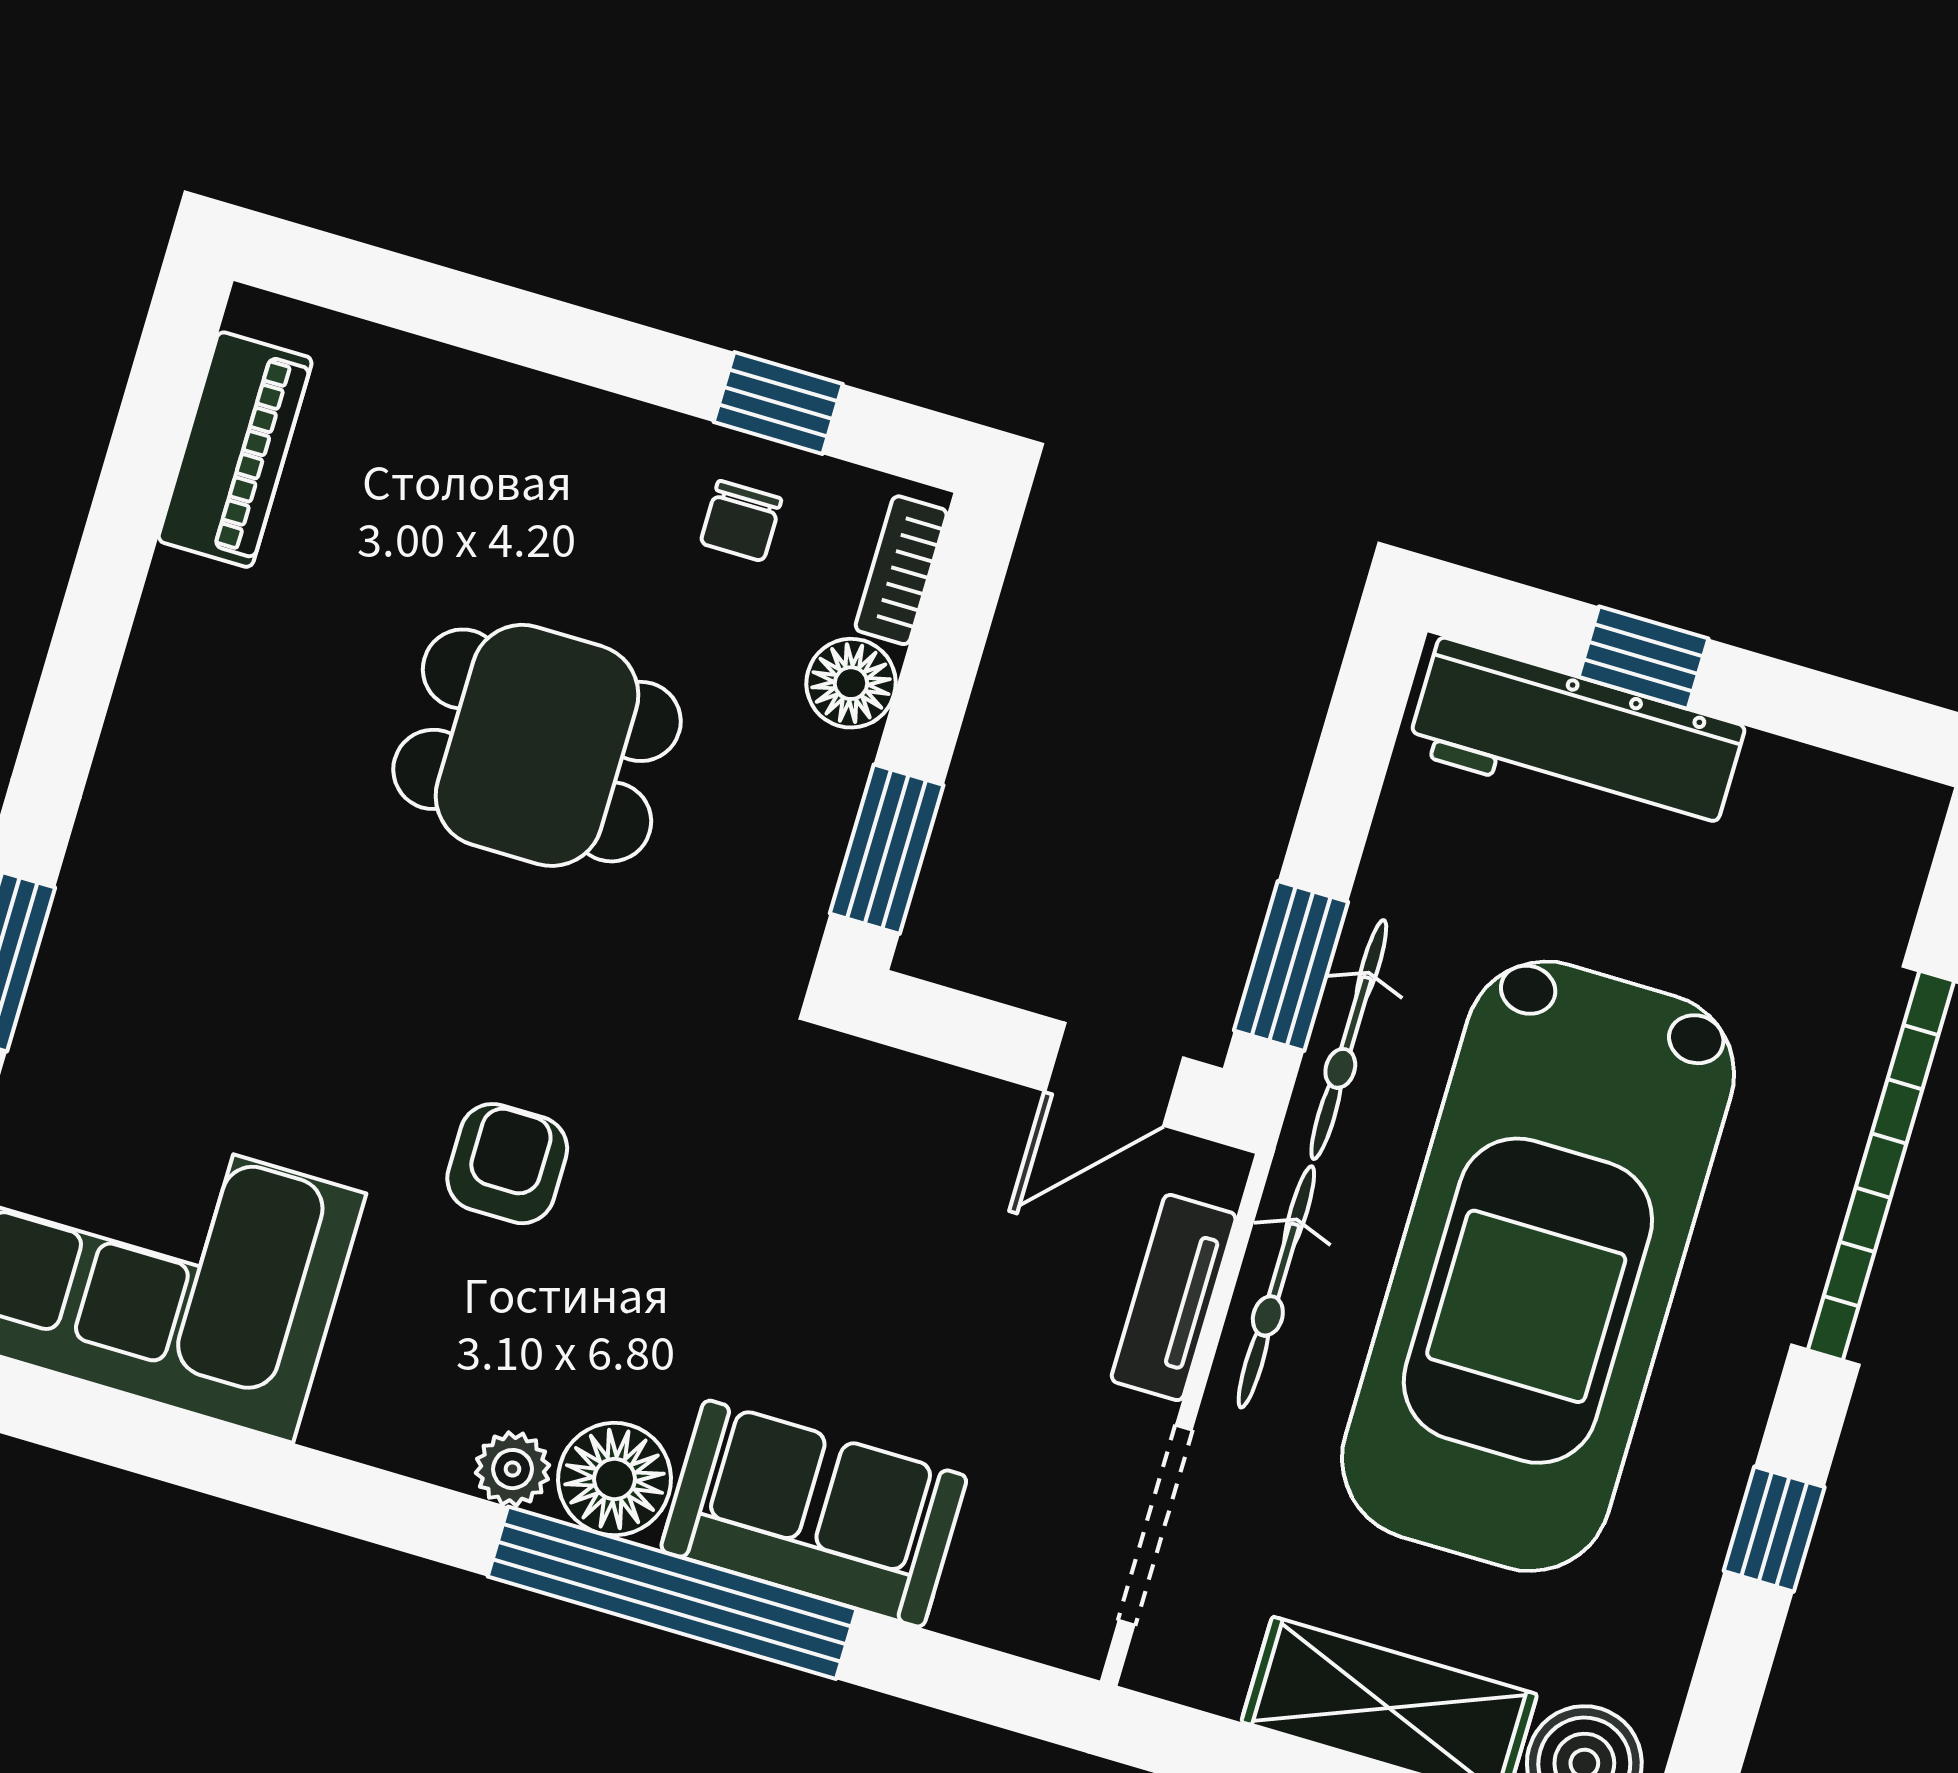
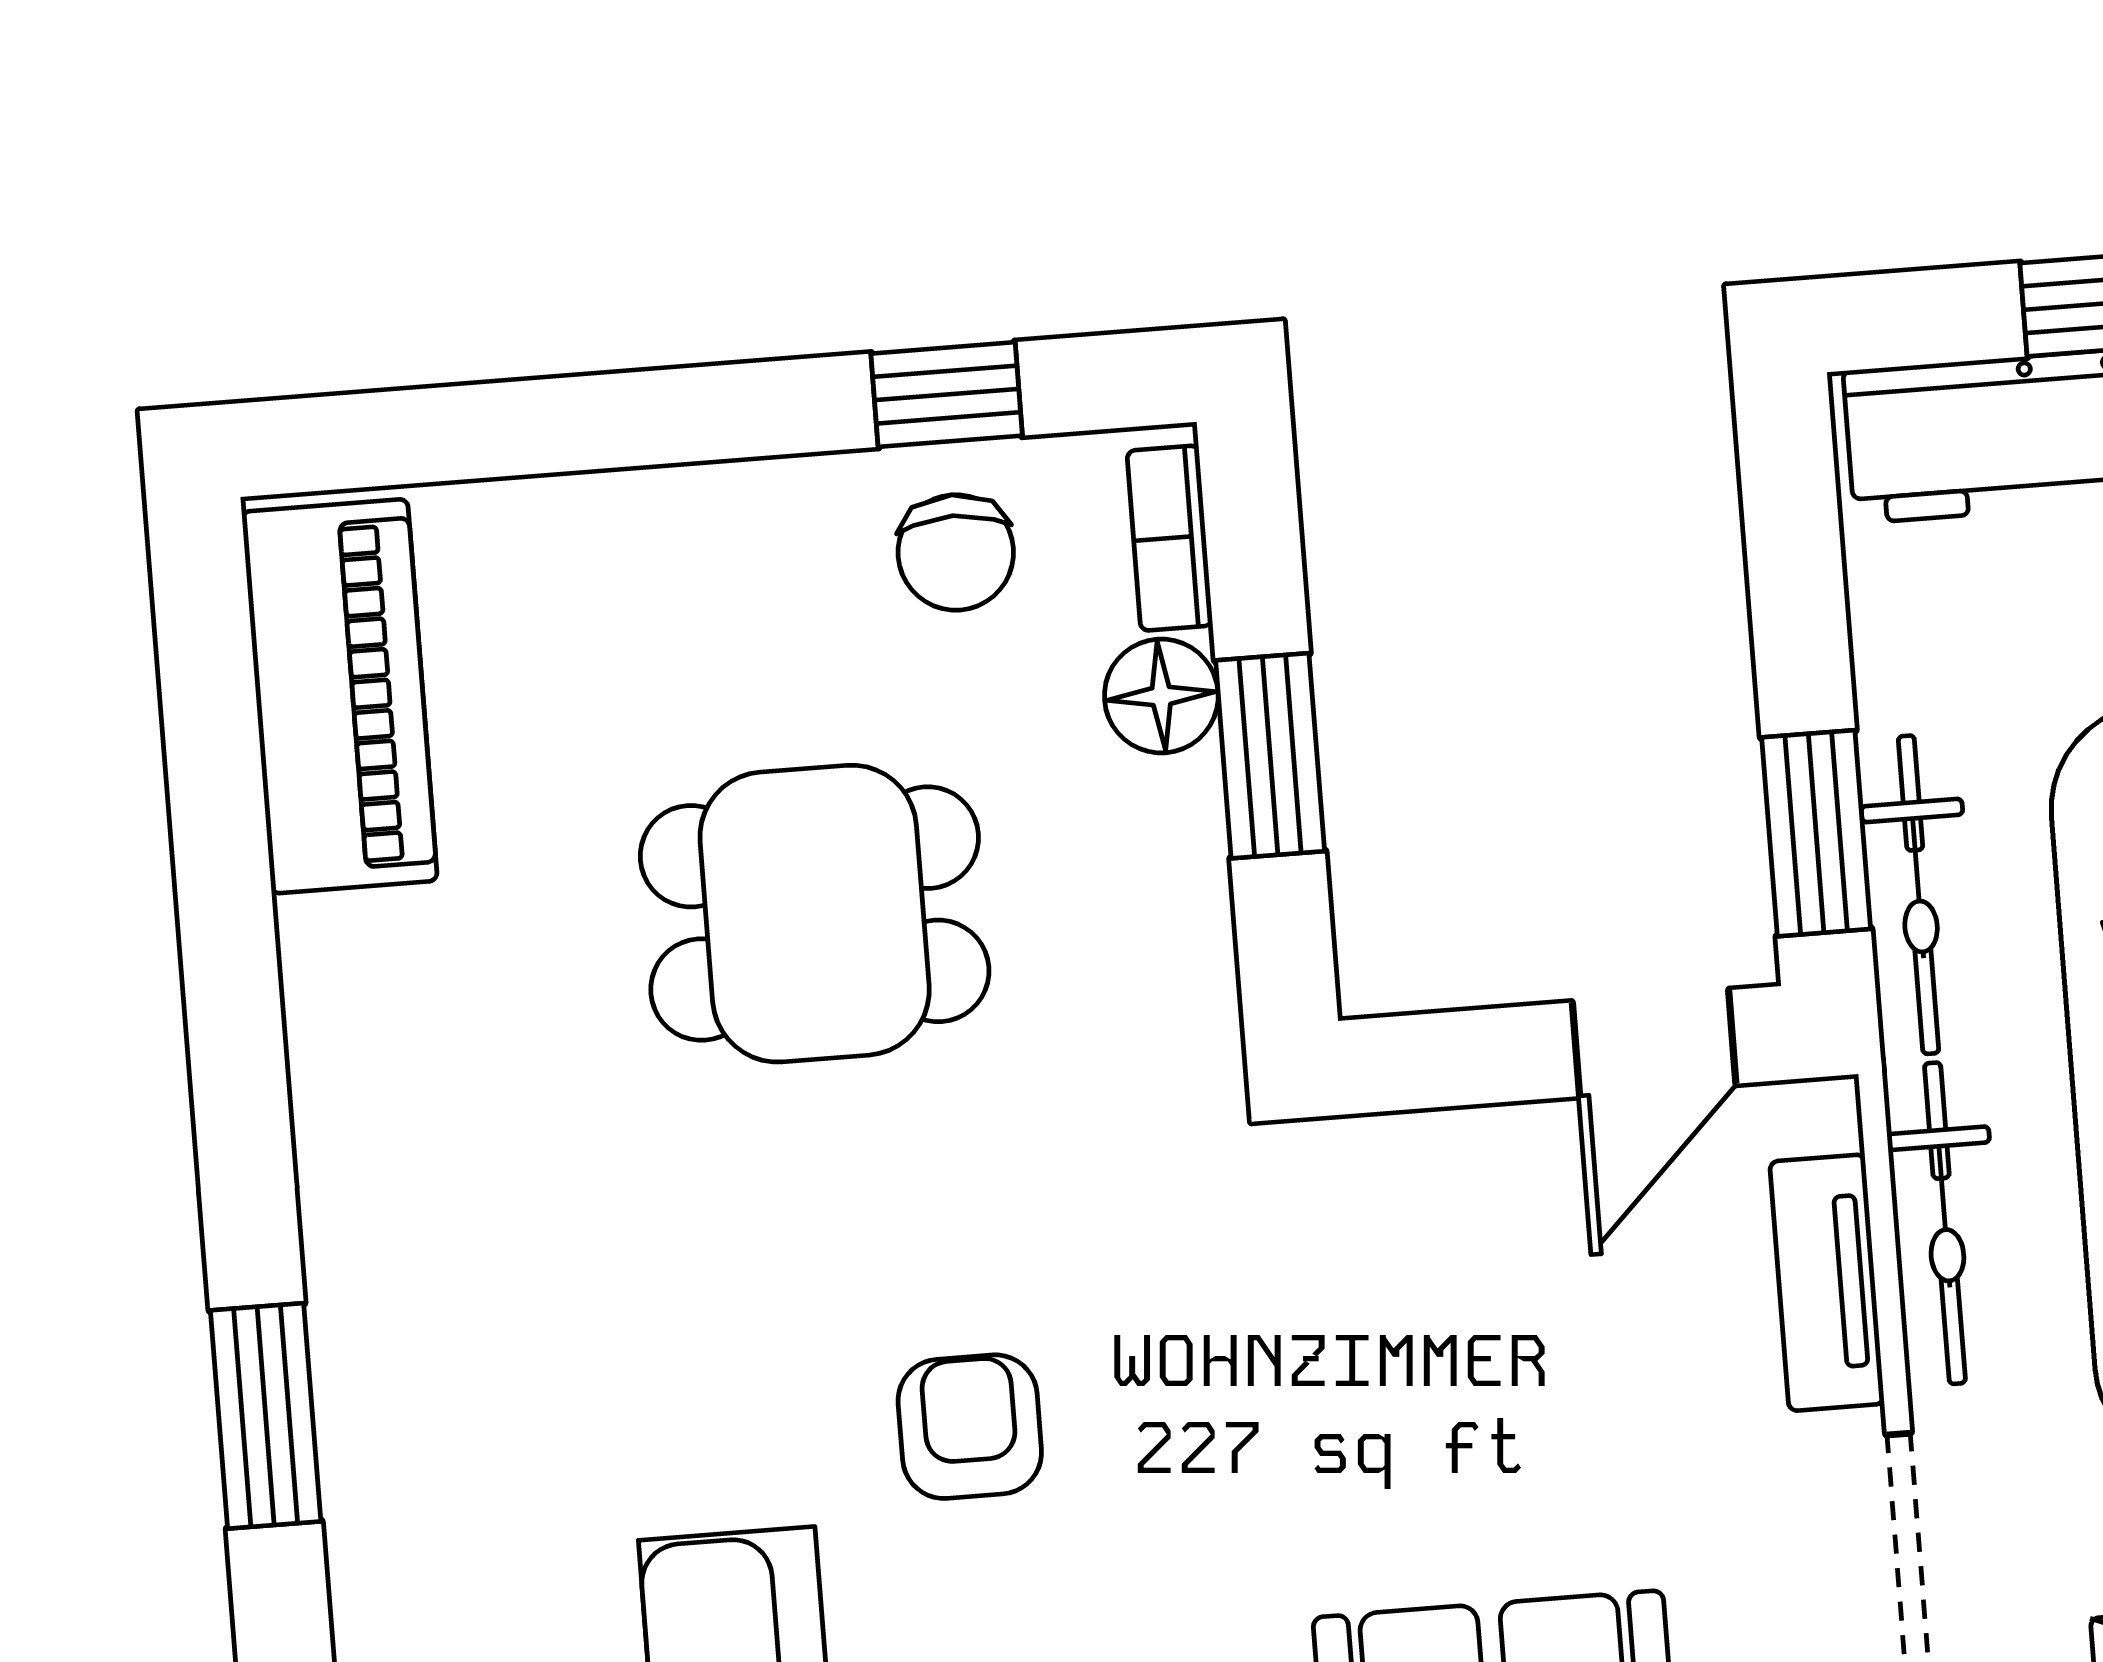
piano: (235, 450) -> (339, 696), width x1.37, depth x1.33
chair: (741, 521) -> (956, 552), width x1.37, depth x1.37
window: (887, 849) -> (1270, 756), moved

